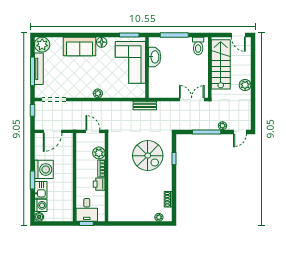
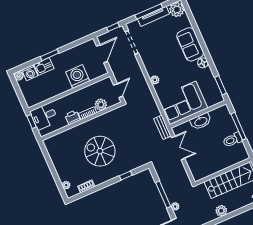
toilet: (198, 46) -> (232, 140), moved
washbasin: (155, 57) -> (201, 121), moved
corner sofa: (130, 62) -> (183, 103), moved
double door: (192, 99) -> (178, 148), moved
door: (53, 131) -> (102, 54), swing flipped
spiral stairs: (148, 156) -> (100, 151), moved, turned 90
washing machine: (44, 169) -> (78, 77), moved, turned 180

